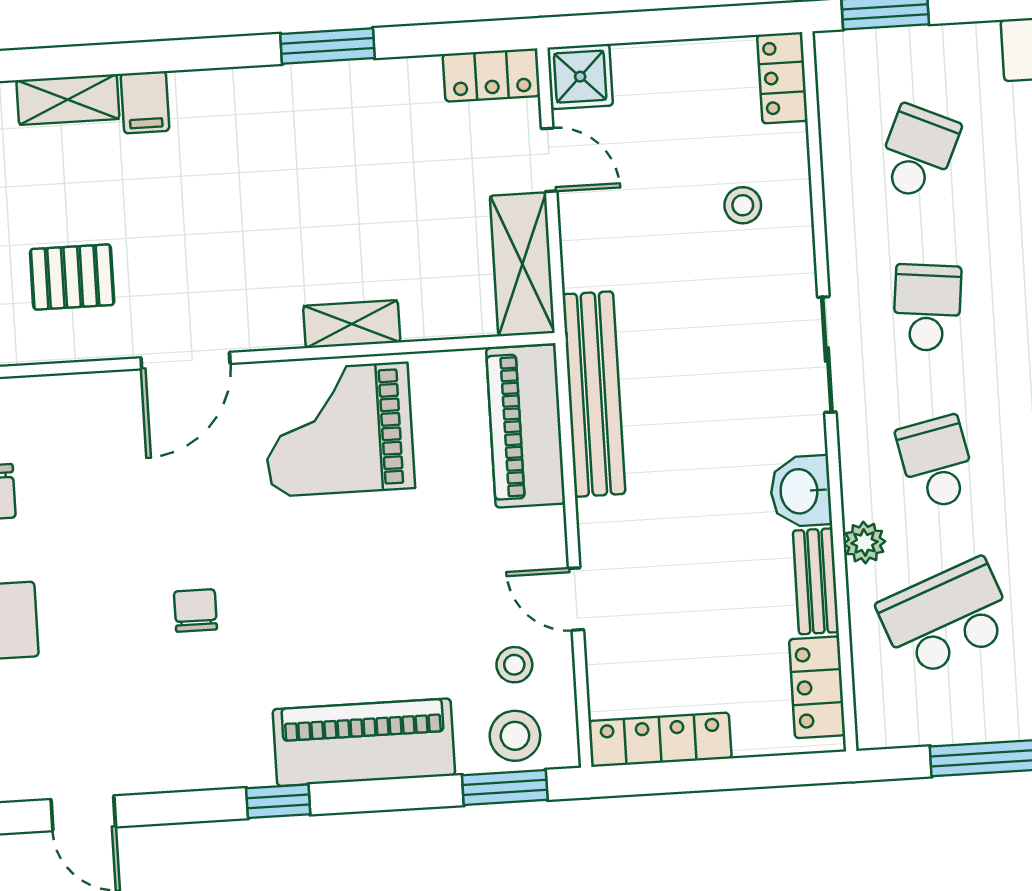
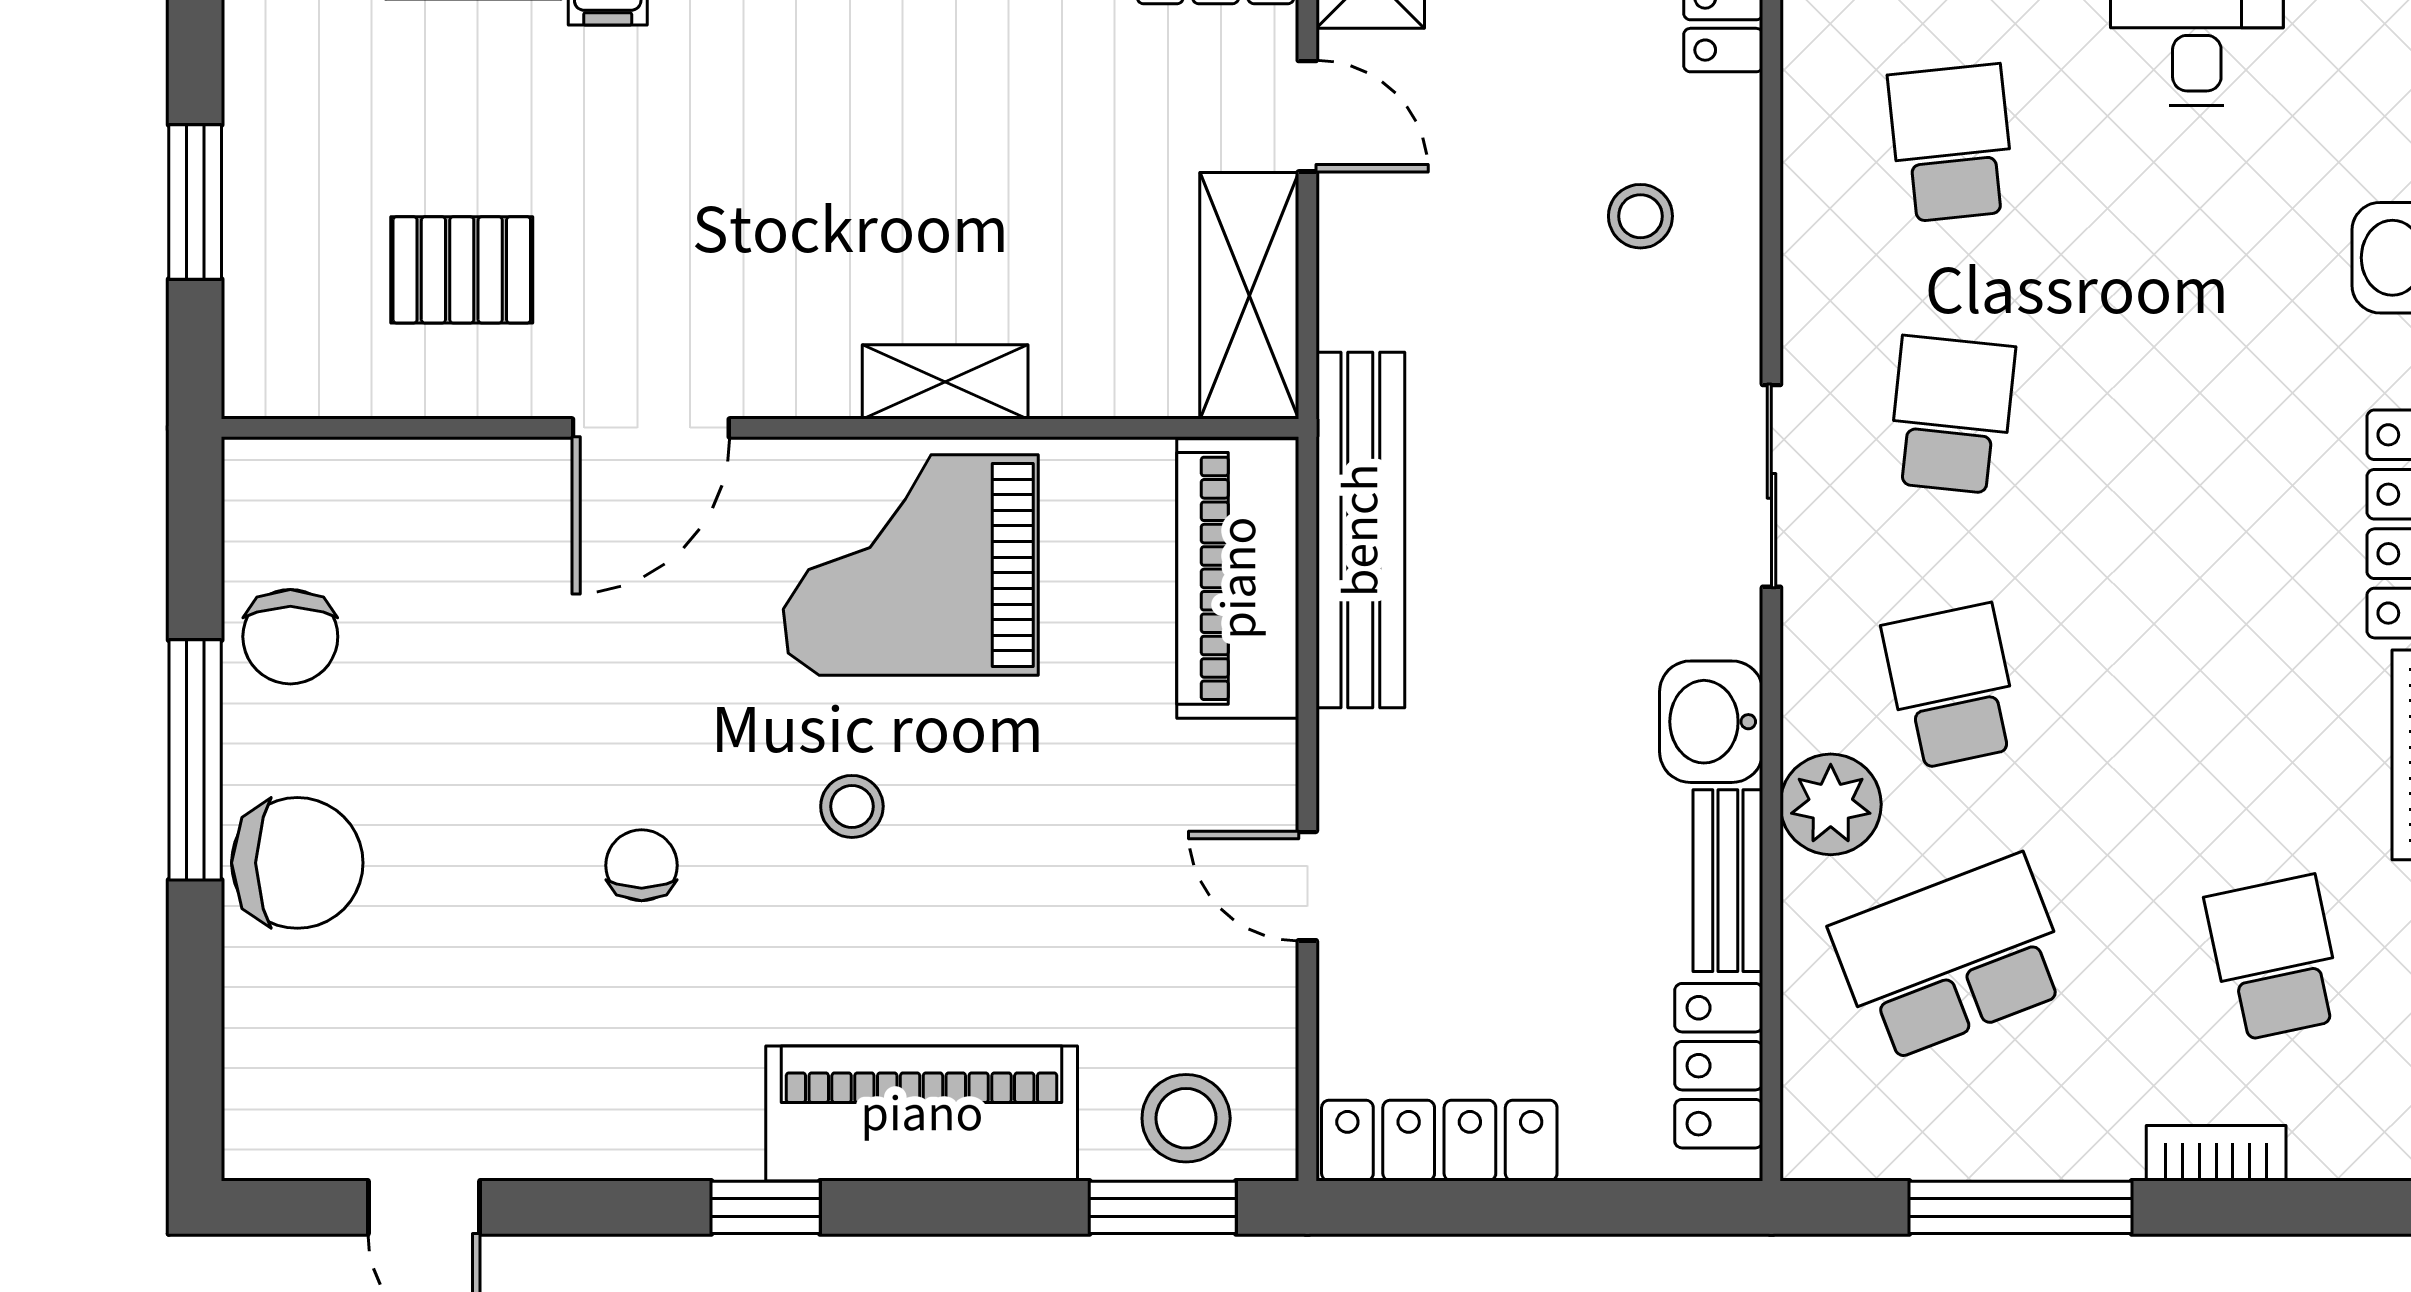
school desk: (918, 153) -> (1951, 143), turned -30
plant: (864, 543) -> (1831, 804), width x1.38, depth x1.38
stool: (514, 665) -> (852, 806), moved

